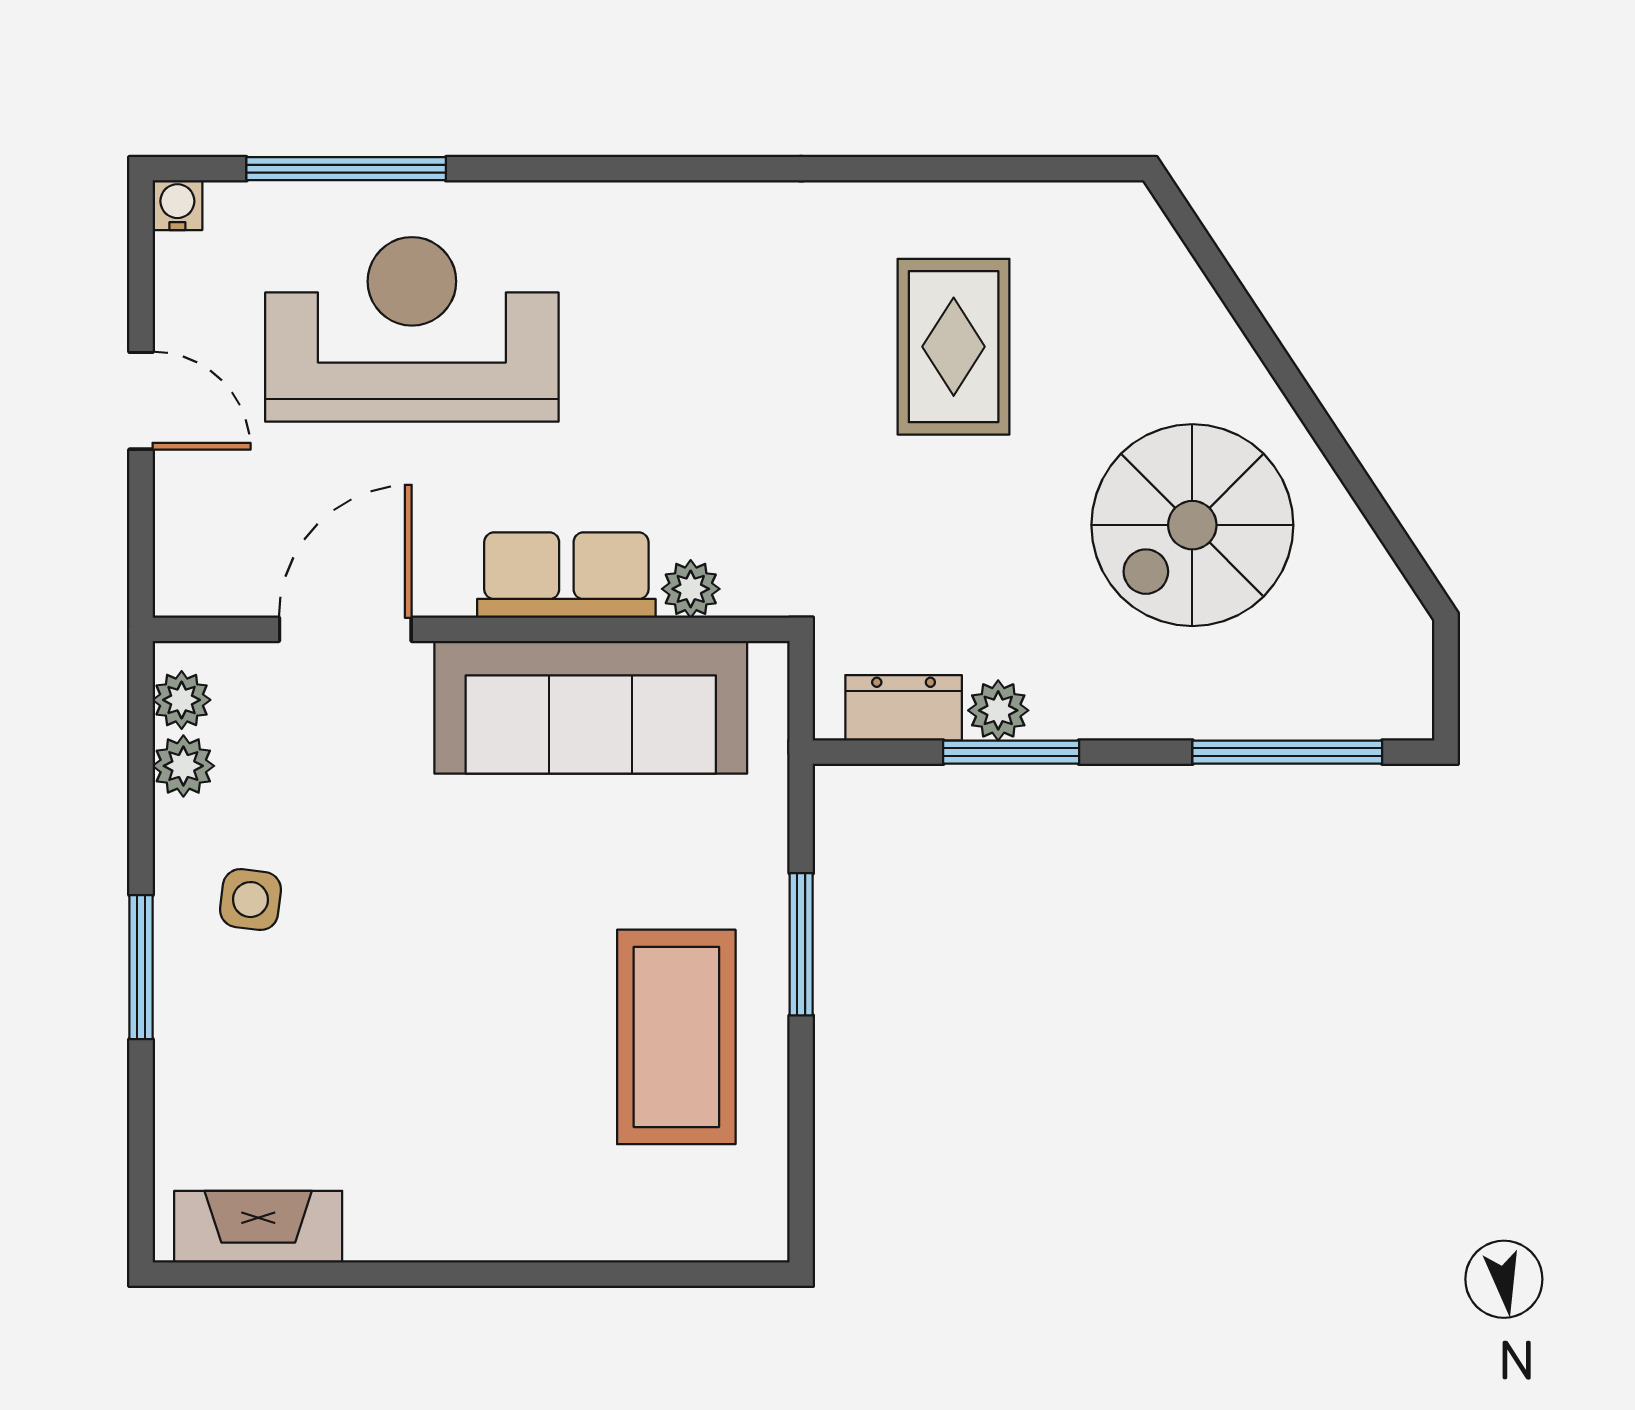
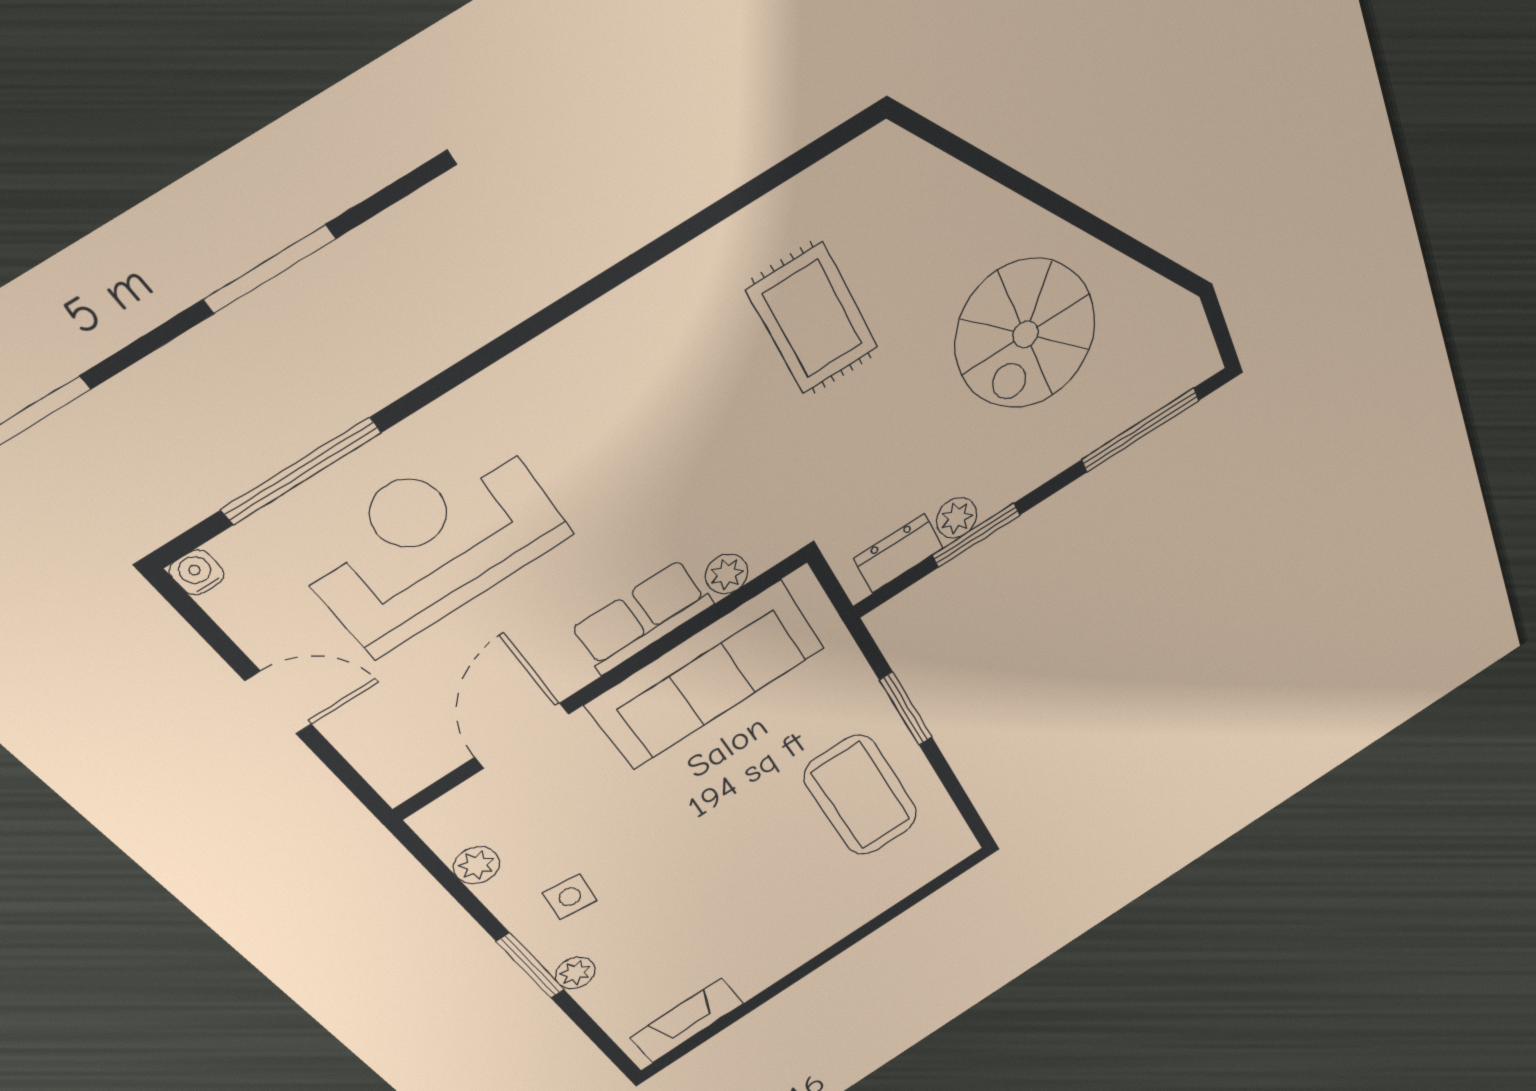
plant: (182, 700) -> (575, 973), moved

